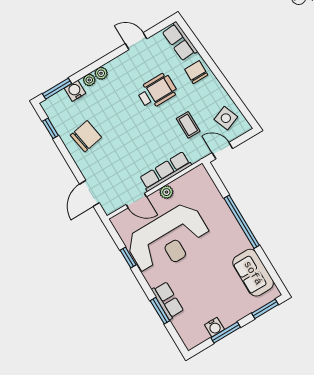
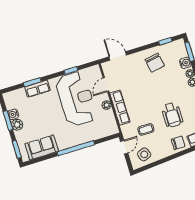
reception desk: (168, 239) -> (76, 99), turned 180
plant: (228, 317) -> (17, 125), added

